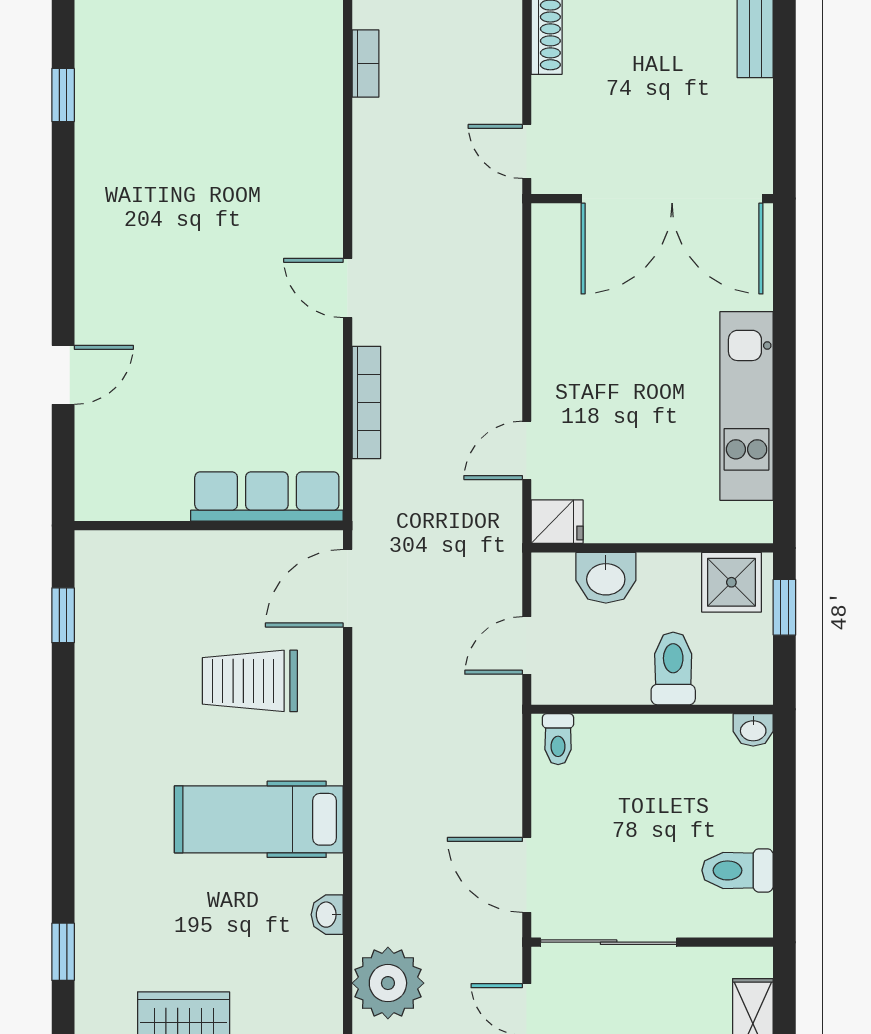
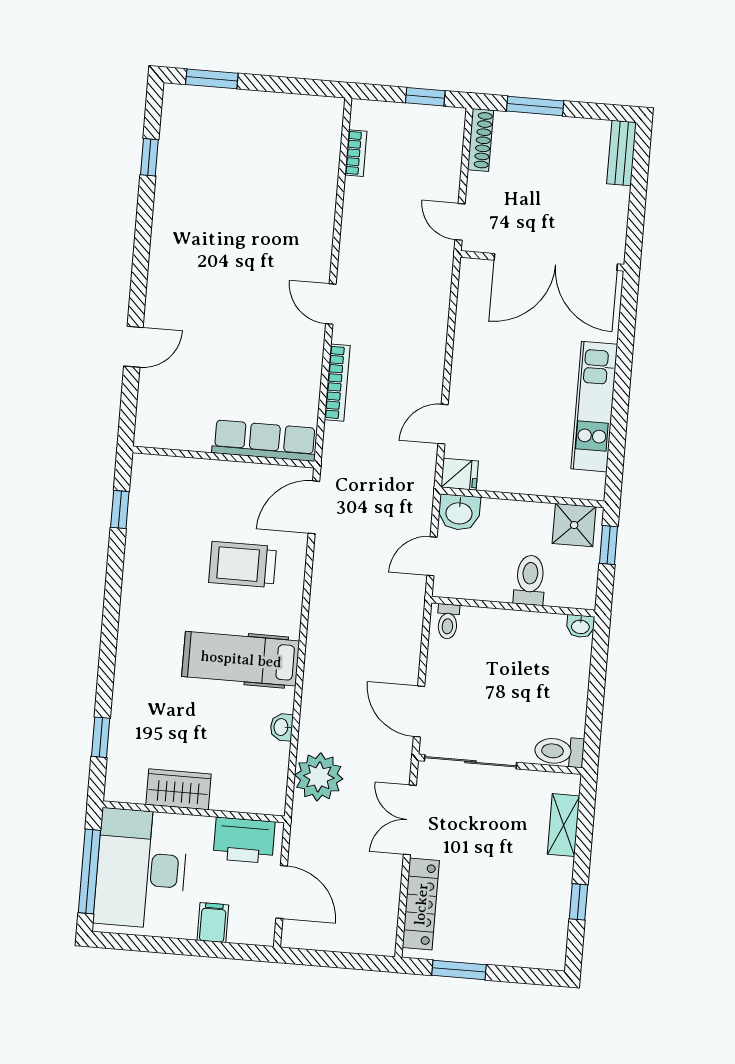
washbasin: (606, 578) -> (459, 512), moved
toilet: (737, 870) -> (559, 751), moved

